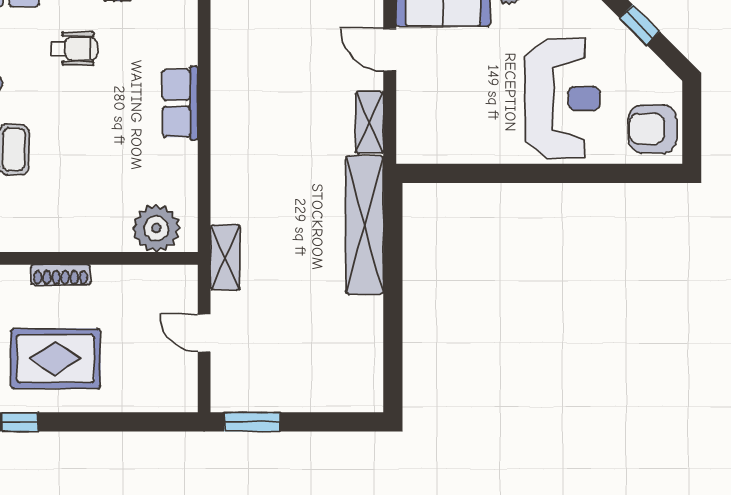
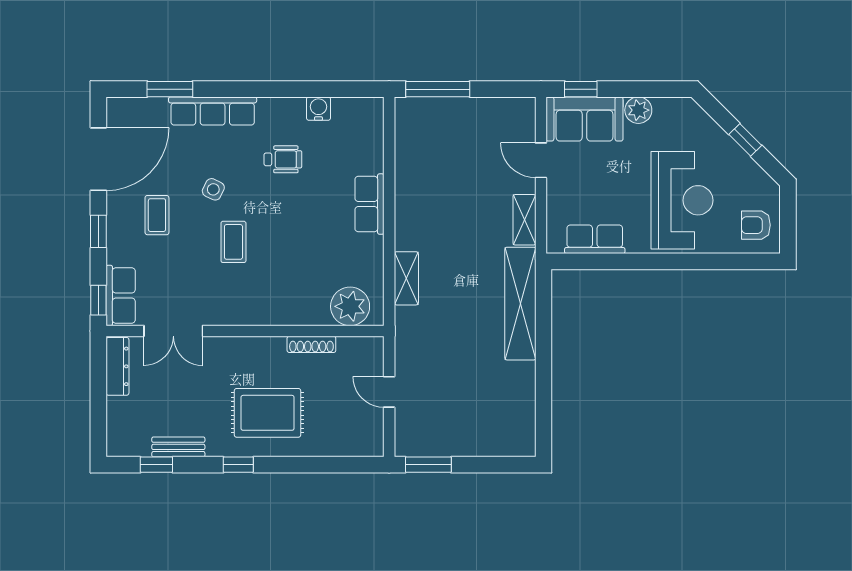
armchair: (653, 129) -> (756, 225), width x0.72, depth x0.72
row of seats: (456, 146) -> (595, 239), added
shelving: (225, 257) -> (406, 278), moved
shoe rack: (61, 275) -> (311, 344), moved

